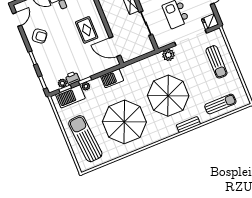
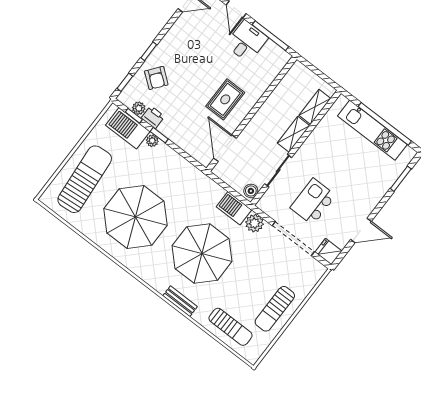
armchair: (40, 36) -> (156, 78), moved
boiler: (148, 46) -> (251, 191), added
sun lounger: (217, 62) -> (275, 309), moved
barbecue: (112, 78) -> (234, 208), moved

